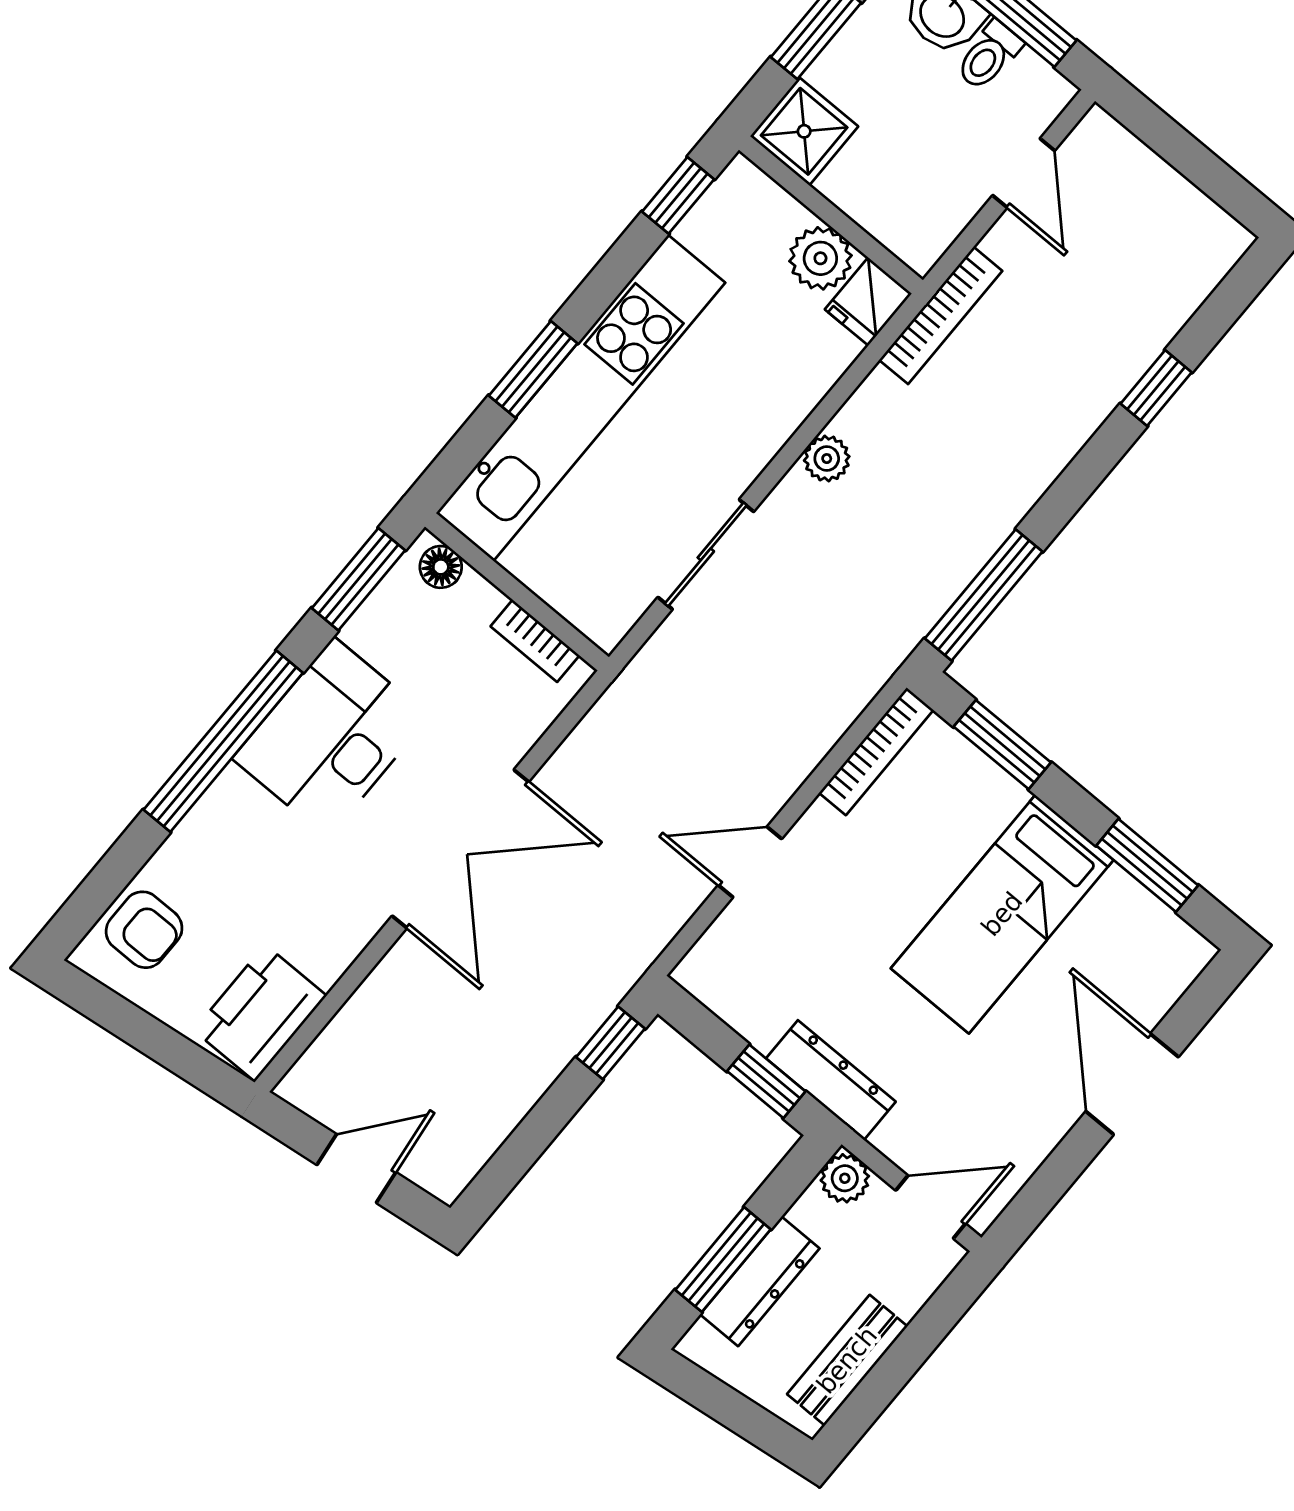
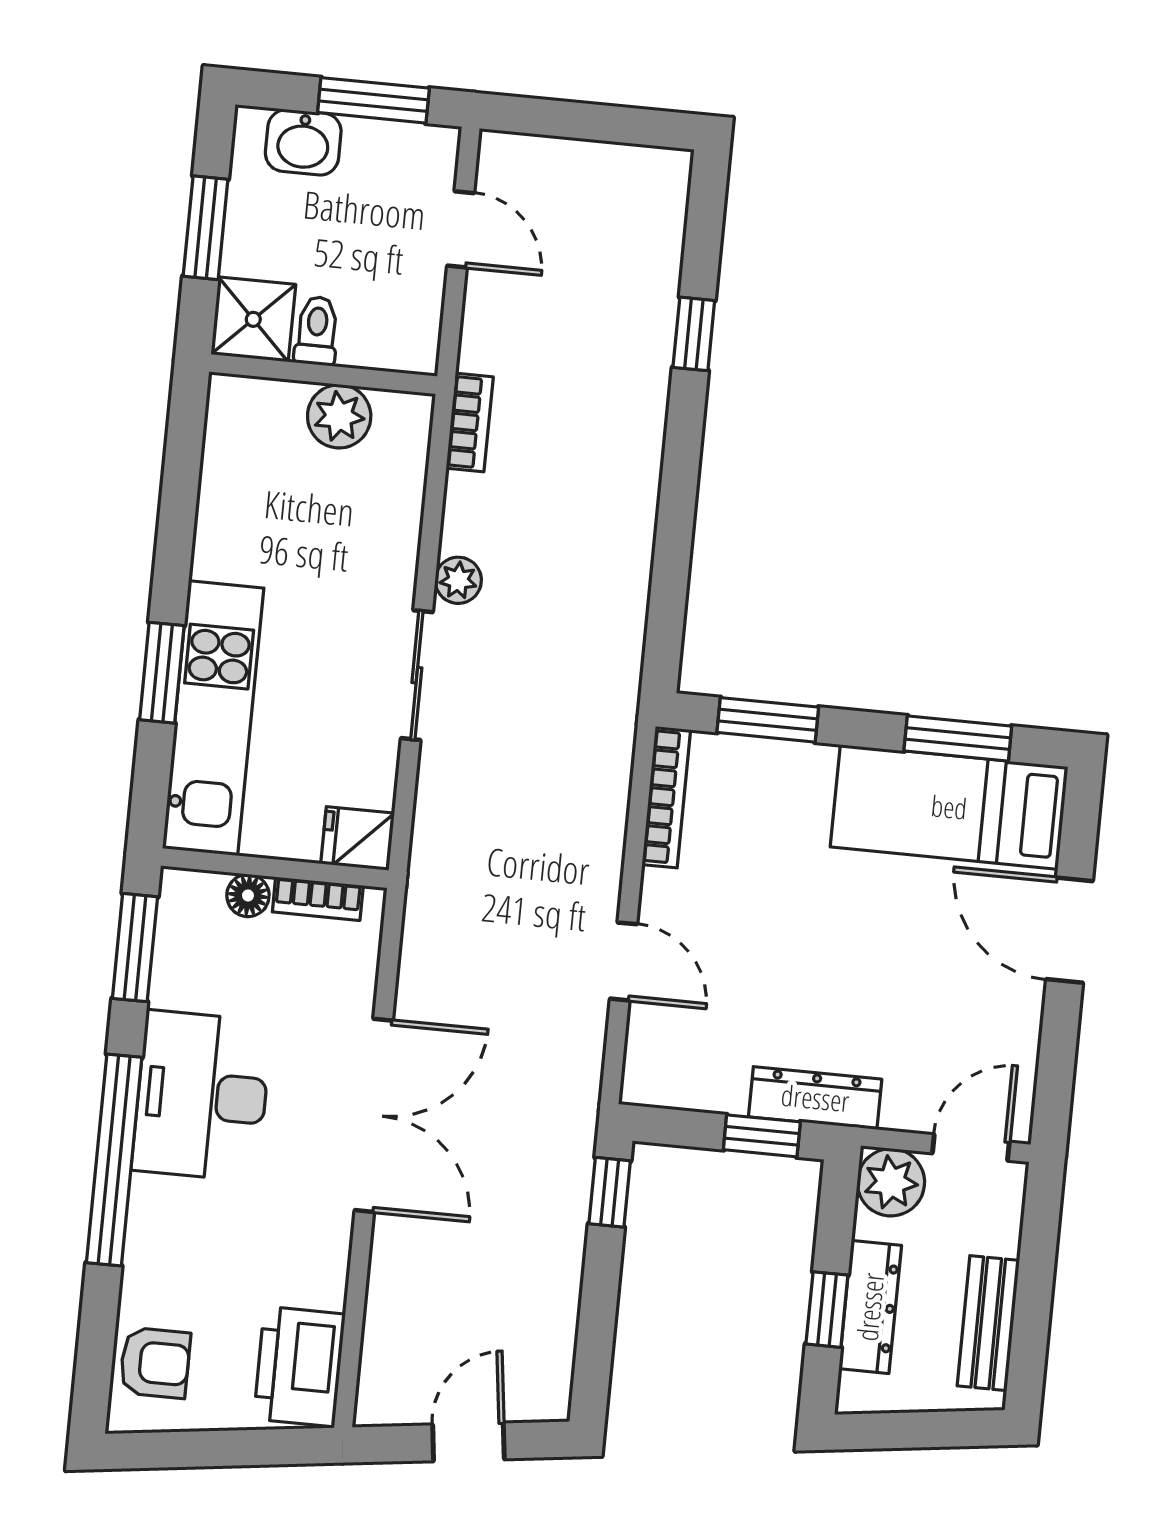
toilet: (989, 56) -> (317, 331), moved, turned 180
window: (678, 195) -> (184, 445), removed
fridge: (868, 301) -> (358, 838), moved, turned 90
bookcase: (941, 315) -> (470, 422), width x0.64
kitchen unit: (581, 398) -> (213, 718), width x0.73
sliding door: (706, 554) -> (417, 675), moved
floor lamp: (441, 567) -> (248, 895), moved
window: (984, 595) -> (667, 605), removed
door: (750, 862) -> (623, 961), swing flipped
bed: (1002, 914) -> (949, 807), moved, turned 90
plant: (845, 1178) -> (891, 1182), width x1.38, depth x1.38
window: (723, 1260) -> (827, 1310), width x0.67

